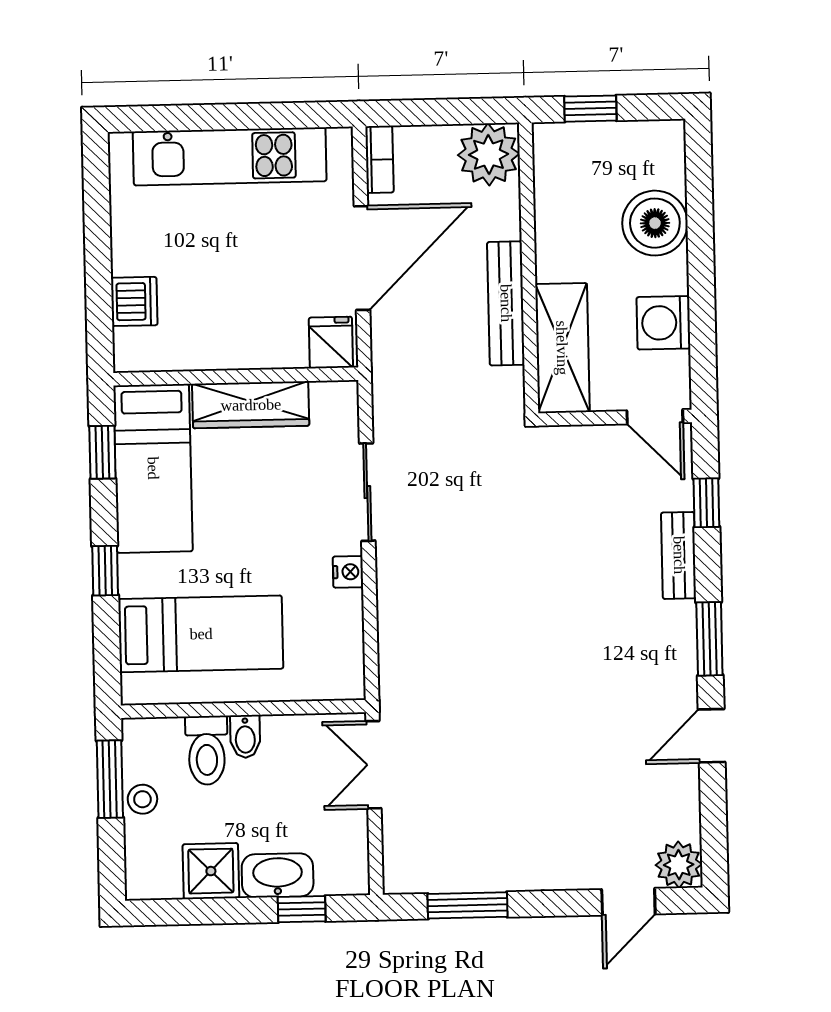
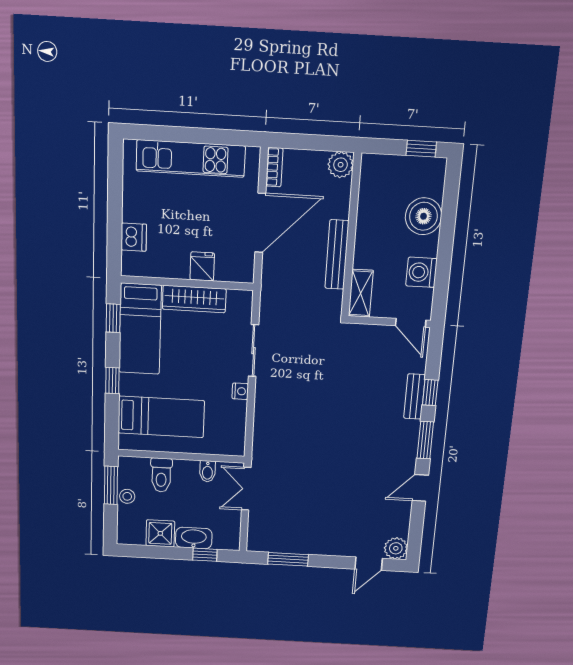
window: (590, 109) -> (421, 149), moved
plant: (489, 154) -> (341, 165), width x0.73, depth x0.73
fridge: (331, 342) -> (202, 266), moved
shelving: (562, 348) -> (361, 293), width x0.67, depth x0.75
window: (706, 503) -> (430, 393), moved
bidet: (245, 736) -> (208, 471), moved

